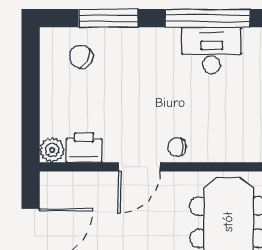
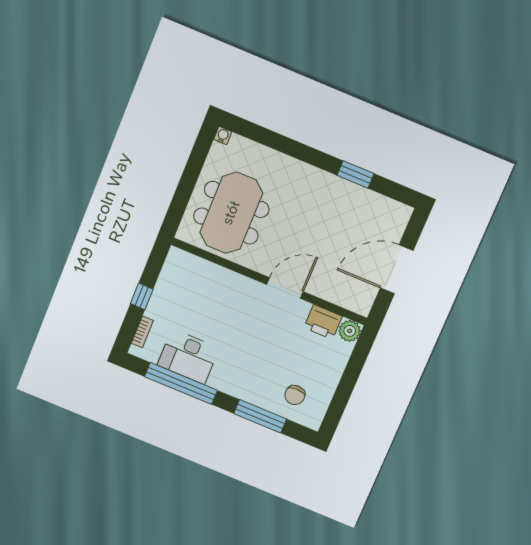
chair: (81, 57) -> (295, 395), turned 58
chair: (177, 147) -> (248, 291), removed

